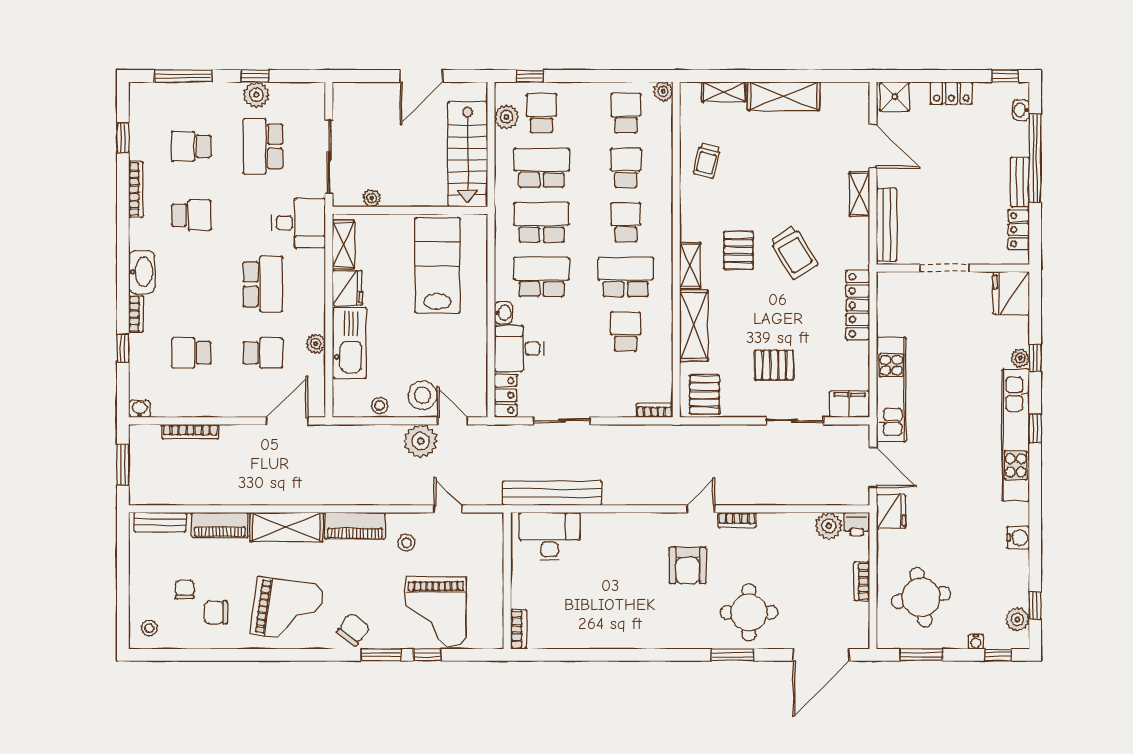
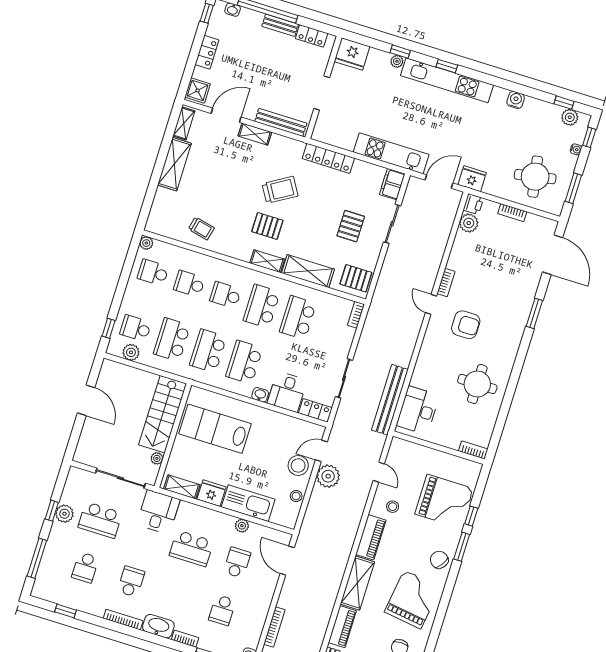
shelving: (724, 92) -> (184, 123), moved
stairs: (468, 154) -> (163, 414), moved, turned 90
bookcase: (136, 189) -> (123, 620), moved
school desk: (263, 284) -> (191, 548), turned 180
school desk: (626, 332) -> (298, 318), width x1.85
door: (448, 509) -> (379, 472), swing flipped
round table: (749, 612) -> (477, 384), moved

